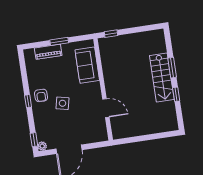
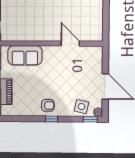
side table: (62, 103) -> (81, 107), moved
door: (106, 108) -> (70, 44), hinge flipped

